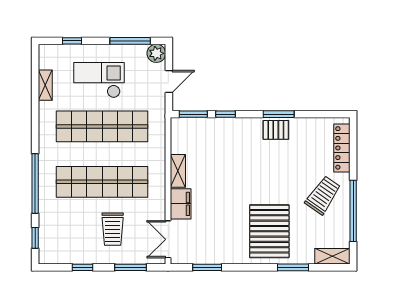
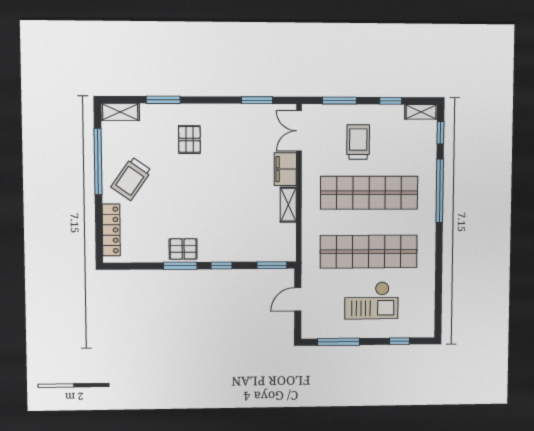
plant: (156, 53) -> (311, 329), removed
shelving: (45, 85) -> (421, 112), moved, turned 90
window: (225, 114) -> (222, 266), moved
pallet: (269, 231) -> (189, 139), width x0.49, depth x0.50
double door: (168, 239) -> (299, 131), swing flipped

